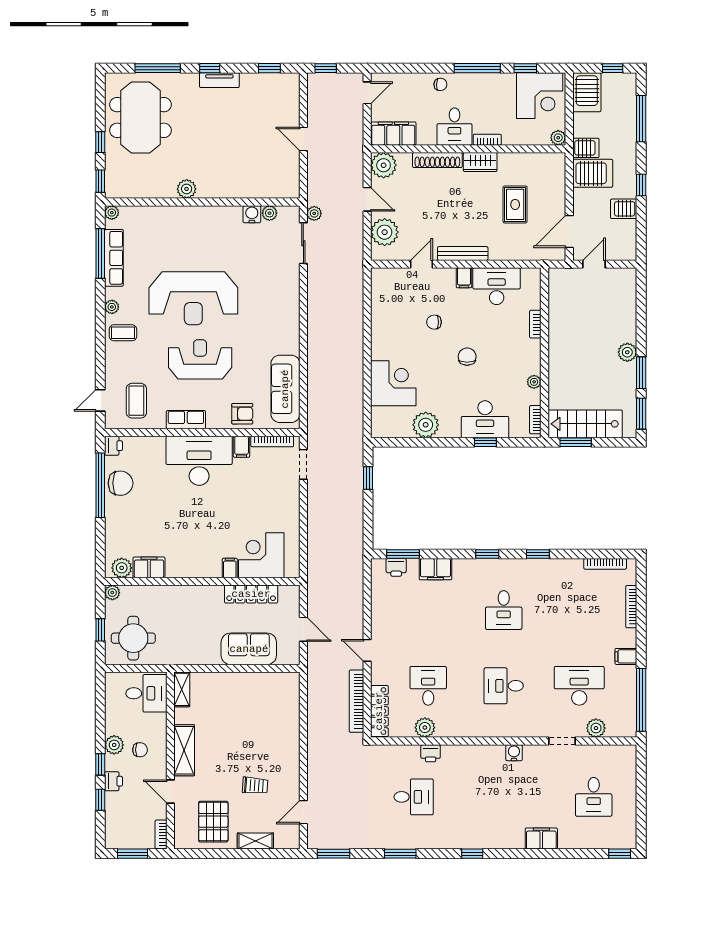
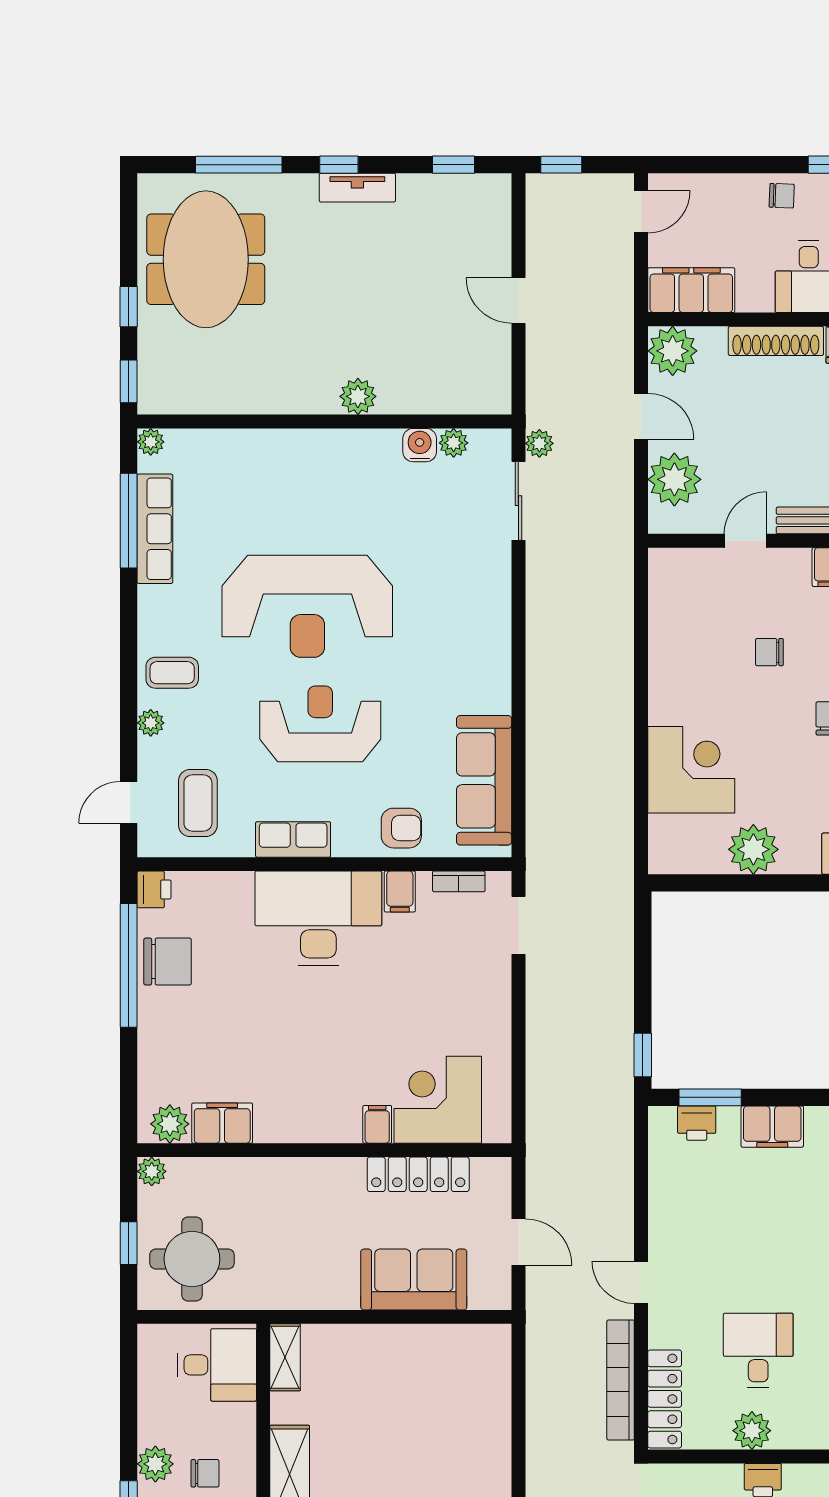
plant: (187, 189) -> (358, 396), moved
plant: (112, 307) -> (151, 723), moved
bookcase: (272, 441) -> (459, 881), width x0.64
window: (368, 478) -> (643, 1055), moved

